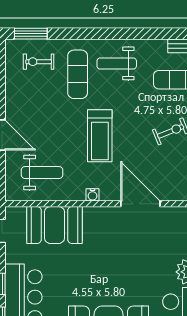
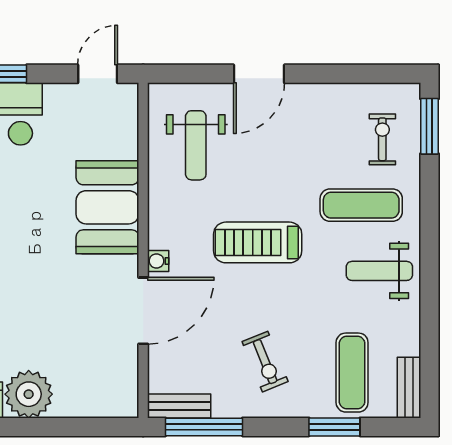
weight bench: (117, 63) -> (379, 271), turned -90
water cooler: (93, 195) -> (158, 261), moved
booth: (54, 225) -> (107, 207), moved

